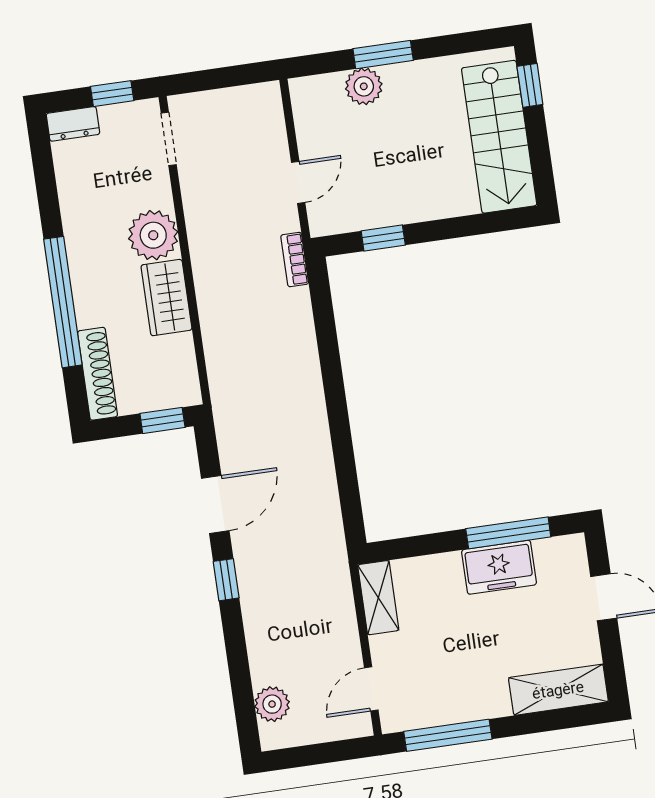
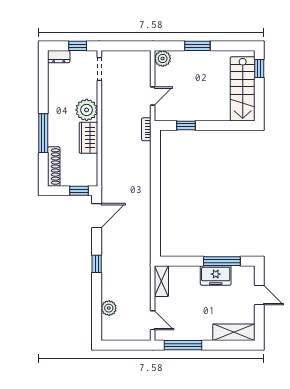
plant: (364, 86) -> (163, 59), moved
window: (63, 302) -> (43, 133), width x0.68
door: (215, 505) -> (97, 216), moved
door: (371, 689) -> (153, 320), swing flipped
plant: (272, 704) -> (109, 308), moved

